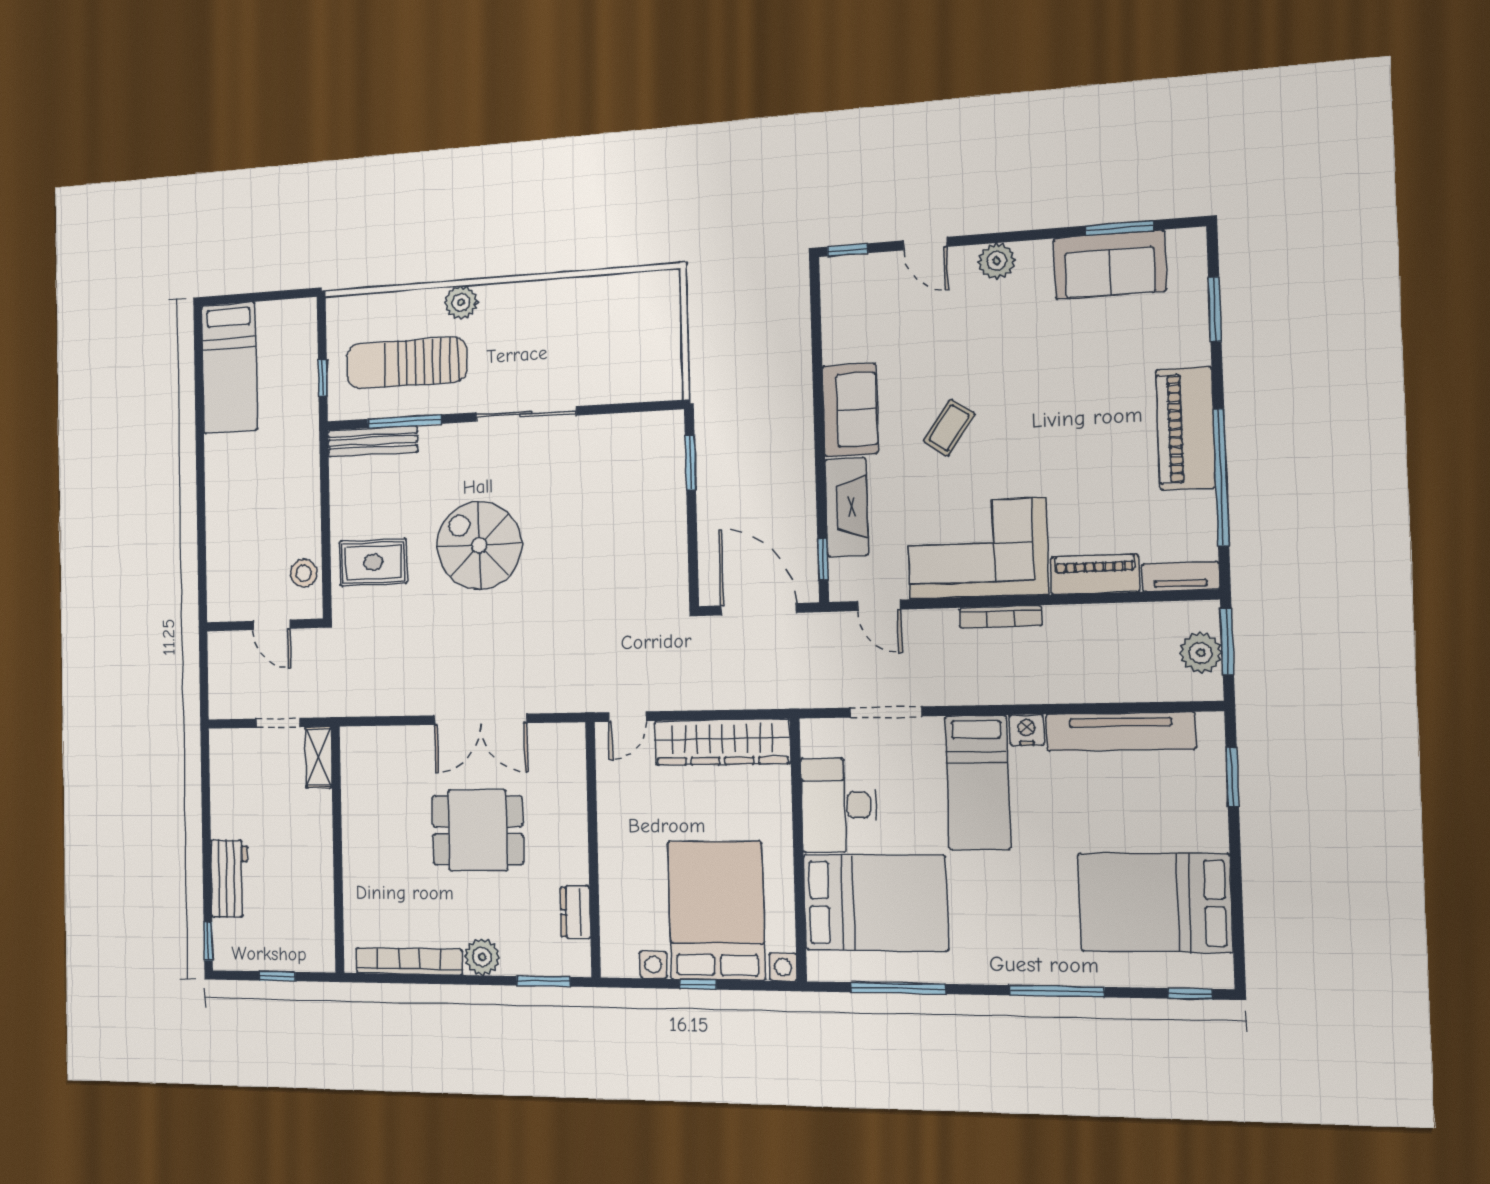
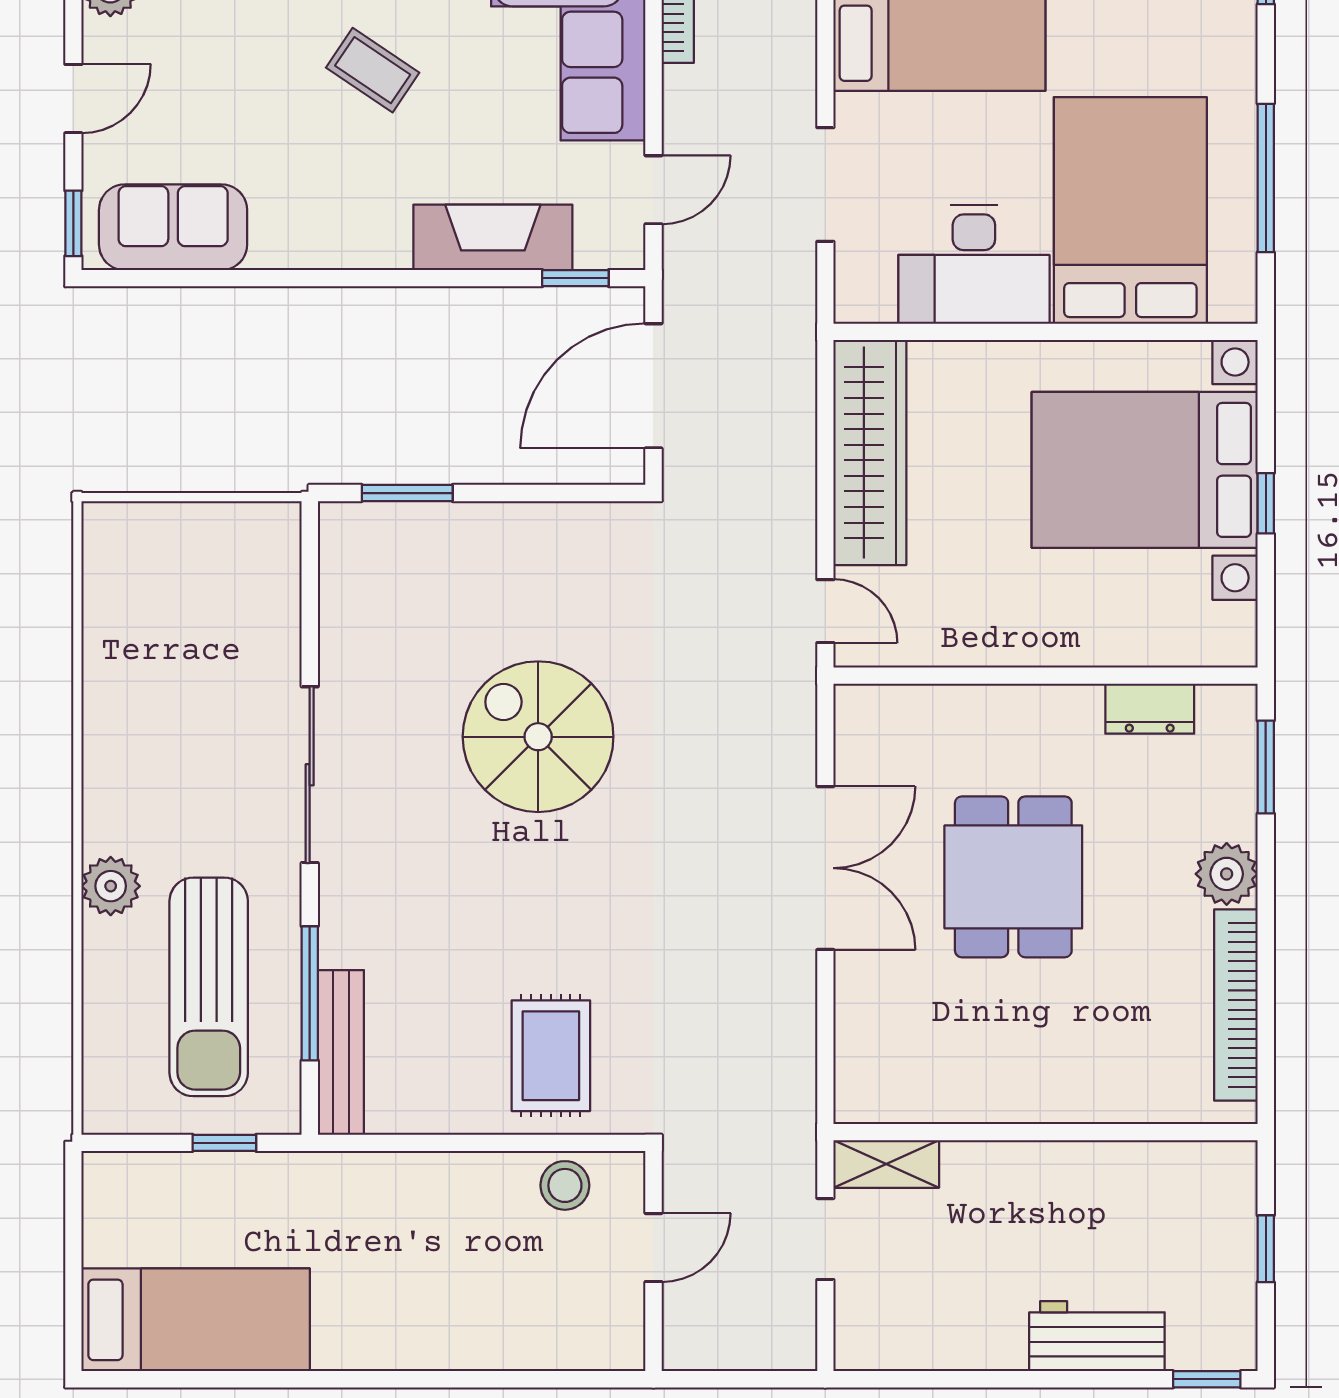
sofa: (850, 410) -> (173, 227), moved
spiral stairs: (479, 545) -> (538, 737), moved, turned 90

